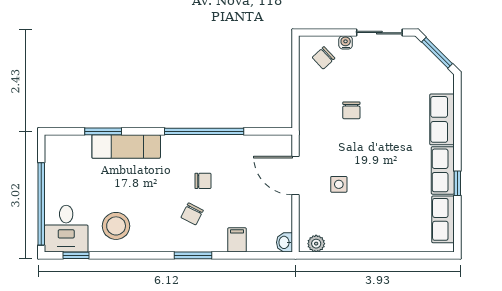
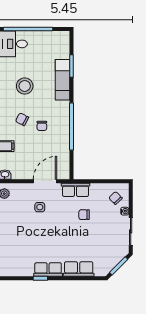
row of seats: (443, 219) -> (76, 190), moved, turned 180
stool: (116, 226) -> (25, 86), moved

